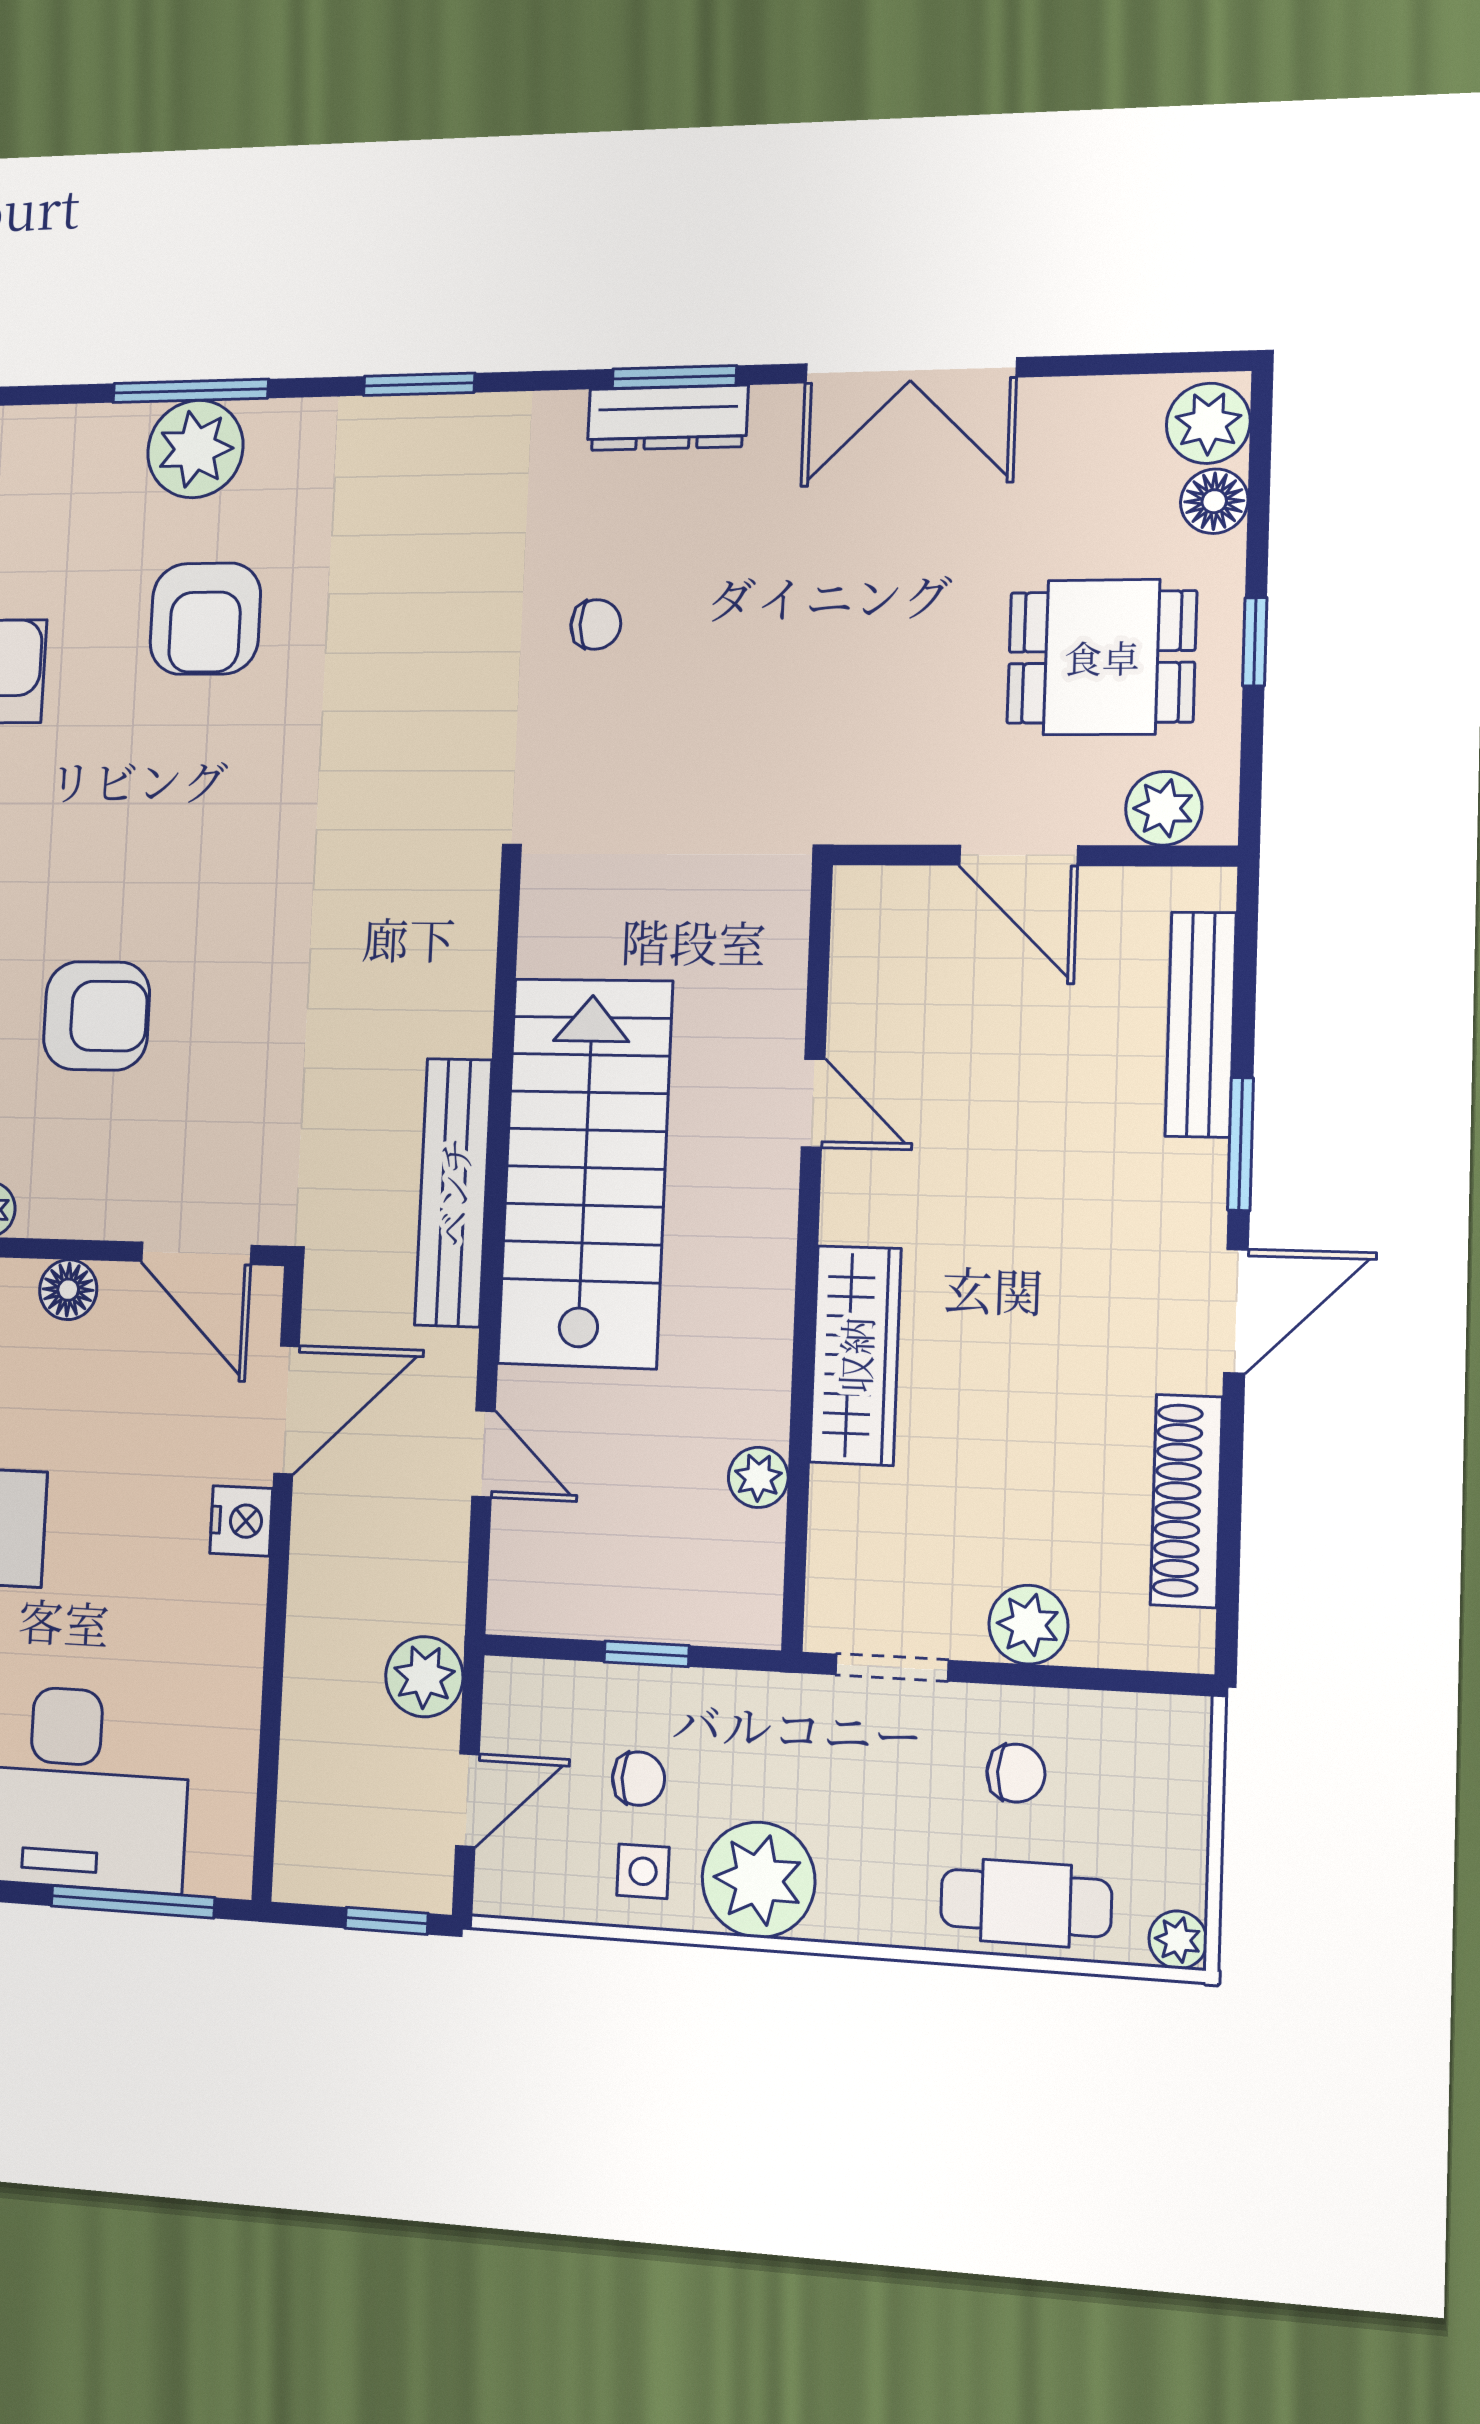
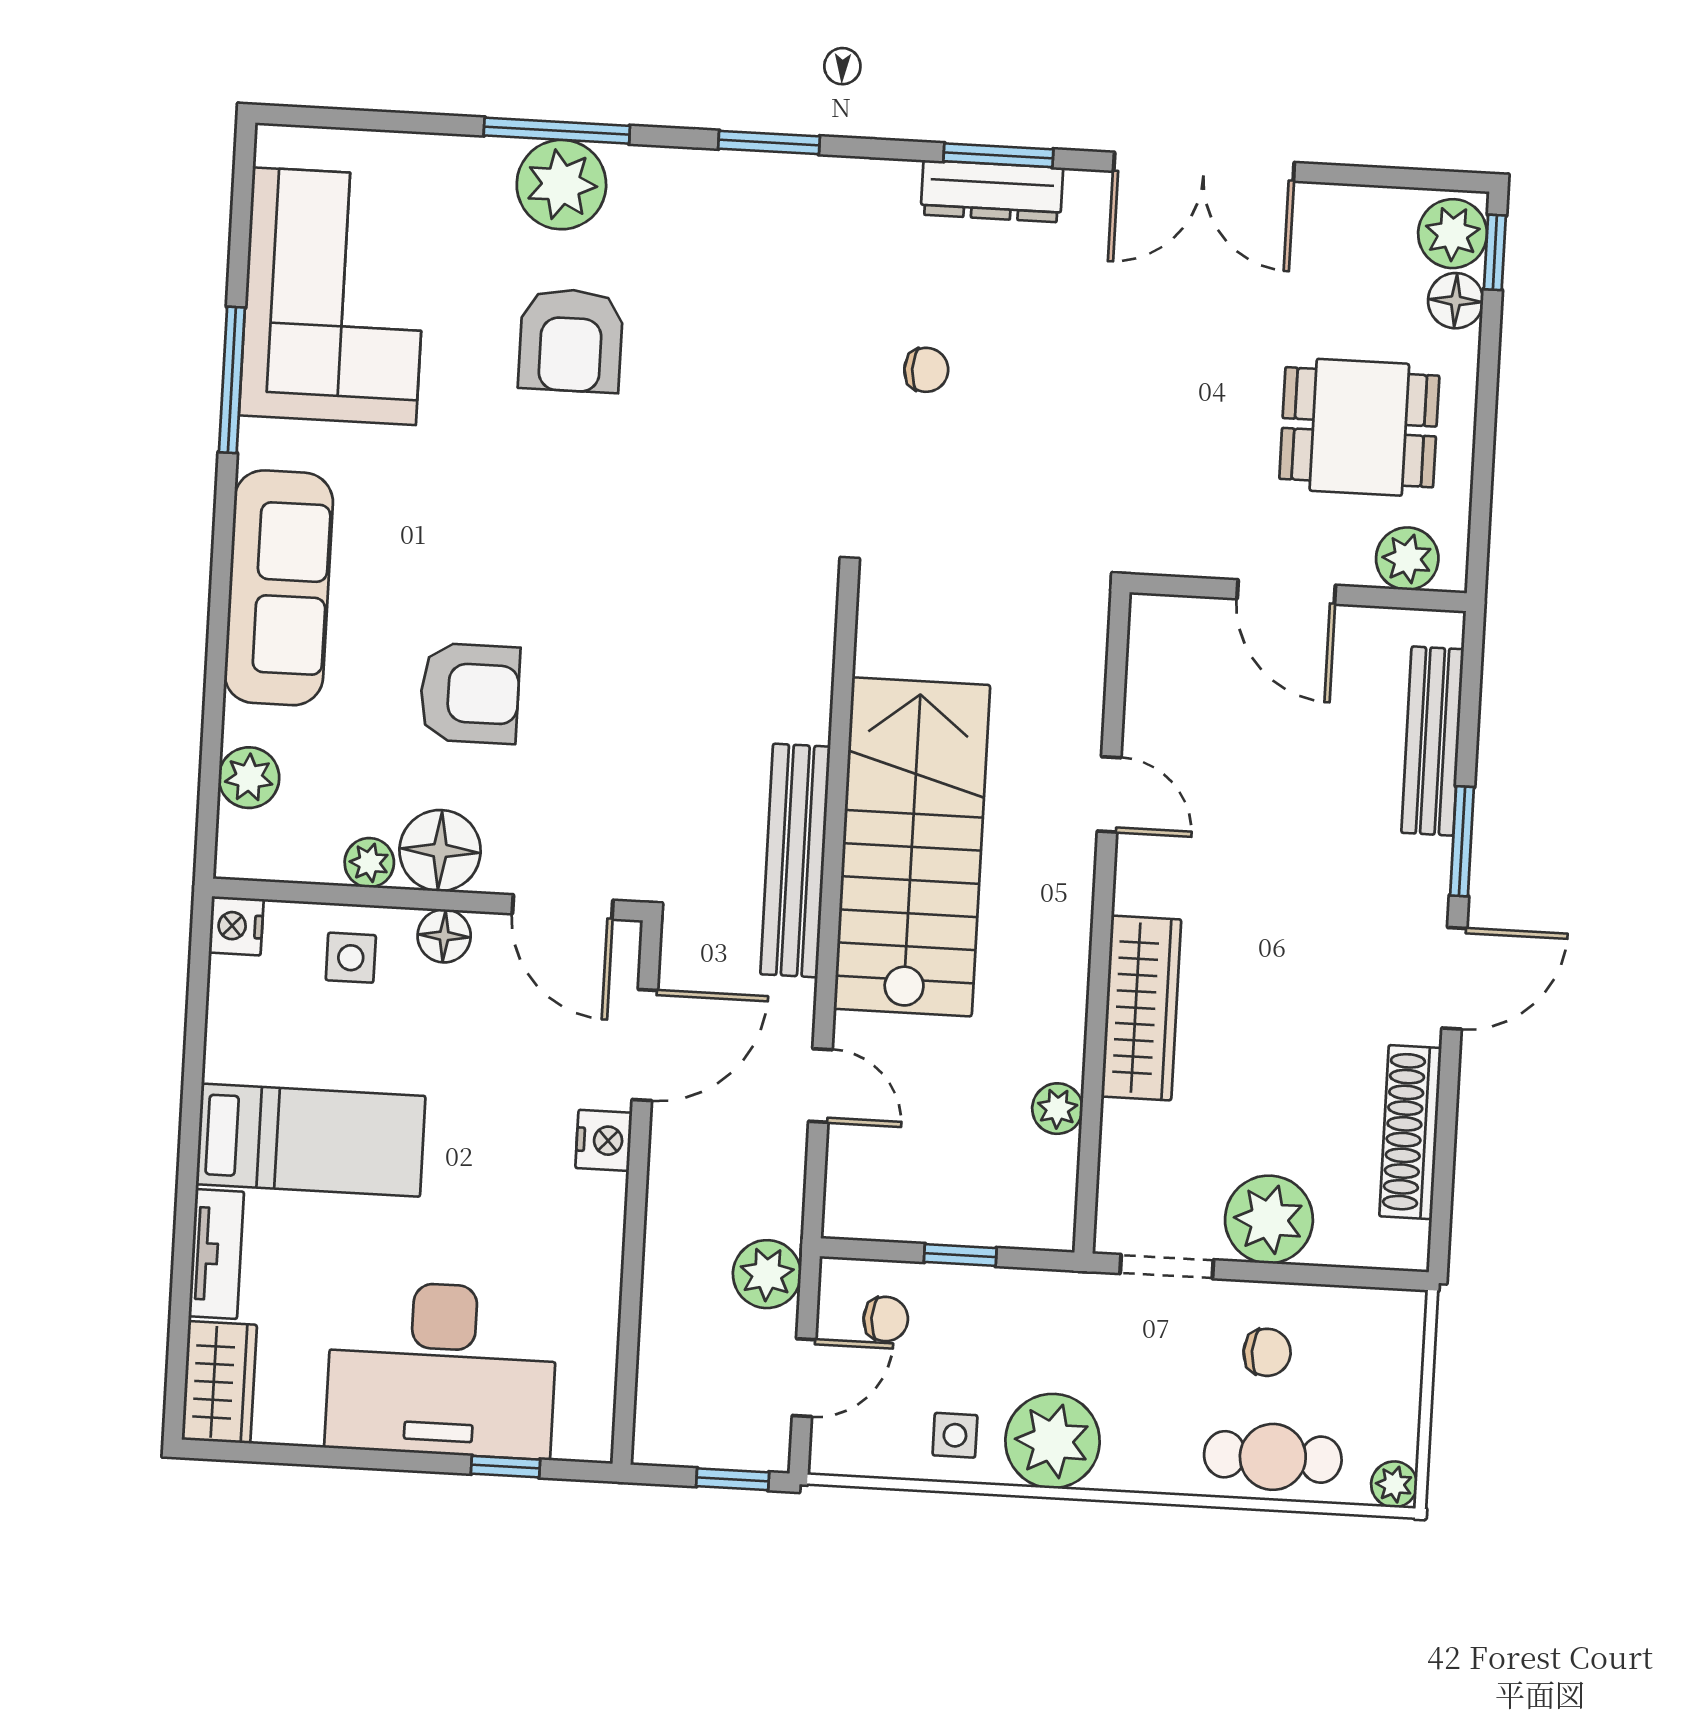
window: (1255, 642) -> (1495, 252), moved
floor lamp: (64, 1193) -> (440, 851), added
plant: (1028, 1625) -> (1269, 1219), width x1.36, depth x1.36
chair: (638, 1779) -> (886, 1319), moved
window: (133, 1902) -> (505, 1467), width x0.46

